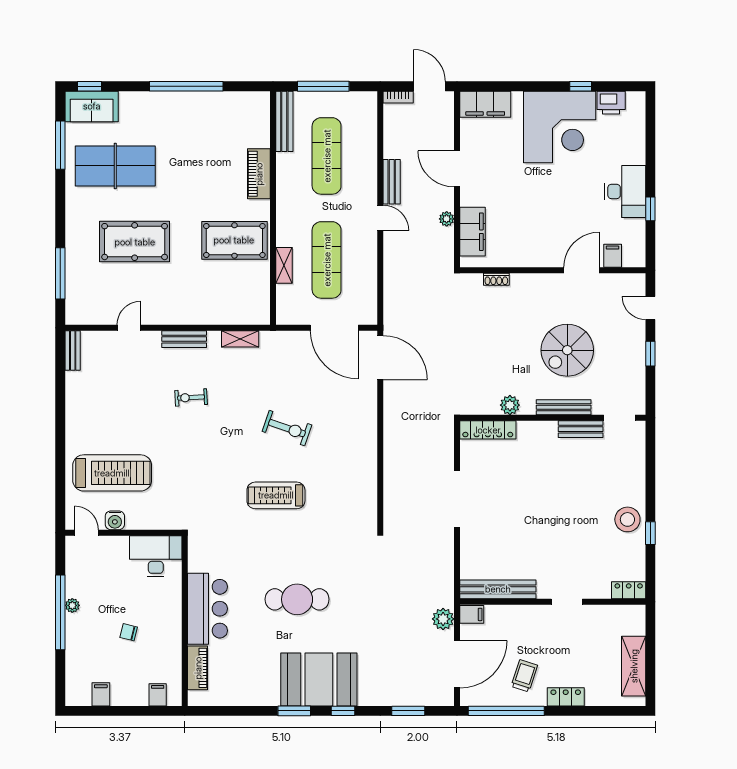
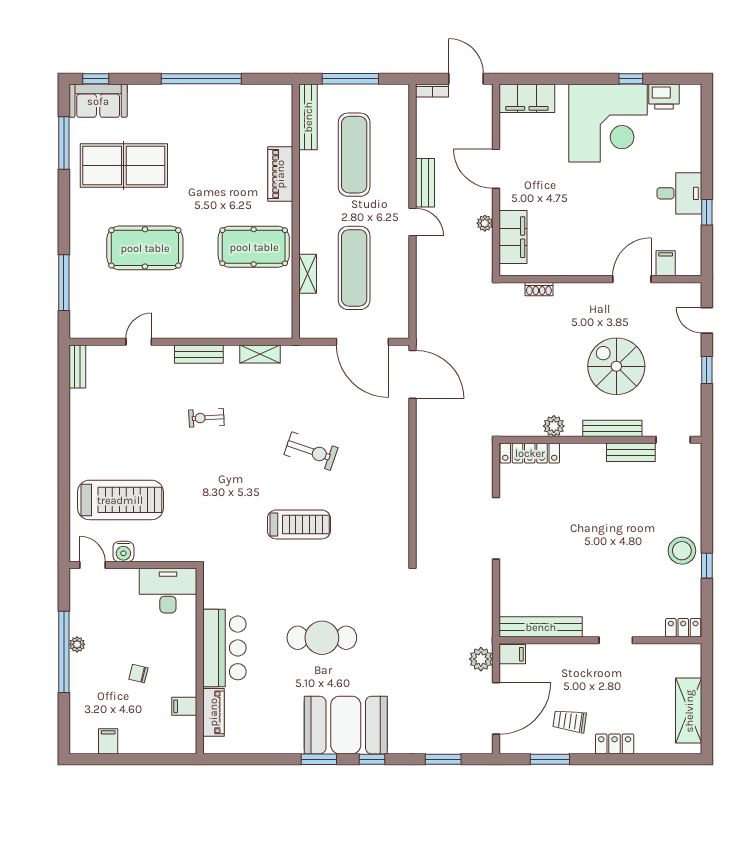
desk: (625, 191) -> (679, 193), width x0.73
spiral stairs: (567, 350) -> (616, 366), turned 90
treadmill: (276, 495) -> (299, 524), turned 180
trolley: (524, 676) -> (570, 721), turned -100
filing cabinet: (158, 695) -> (184, 706), moved, turned -90
window: (506, 711) -> (550, 759), width x0.47

